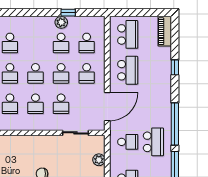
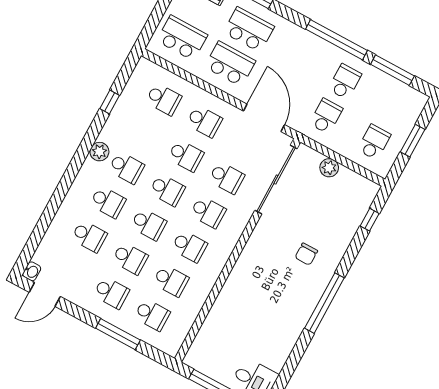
plant: (61, 22) -> (99, 152), moved
school desk: (61, 43) -> (126, 168), moved
school desk: (153, 70) -> (249, 30), added
sliding door: (76, 133) -> (276, 180), width x1.86
school desk: (153, 142) -> (345, 82), width x0.54

